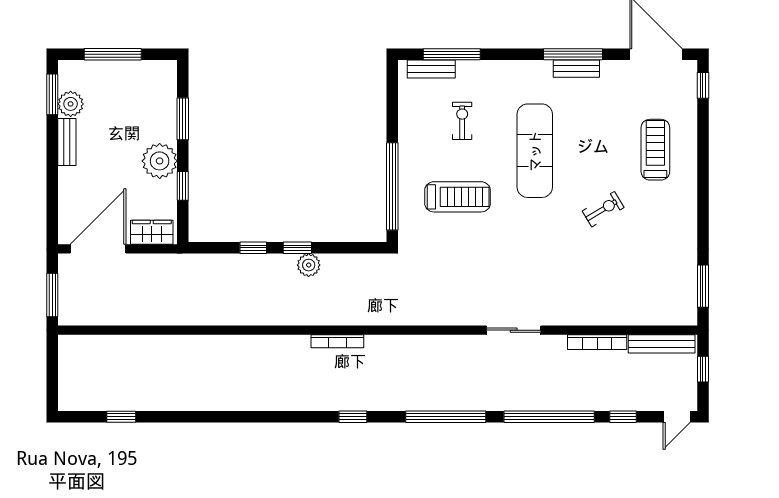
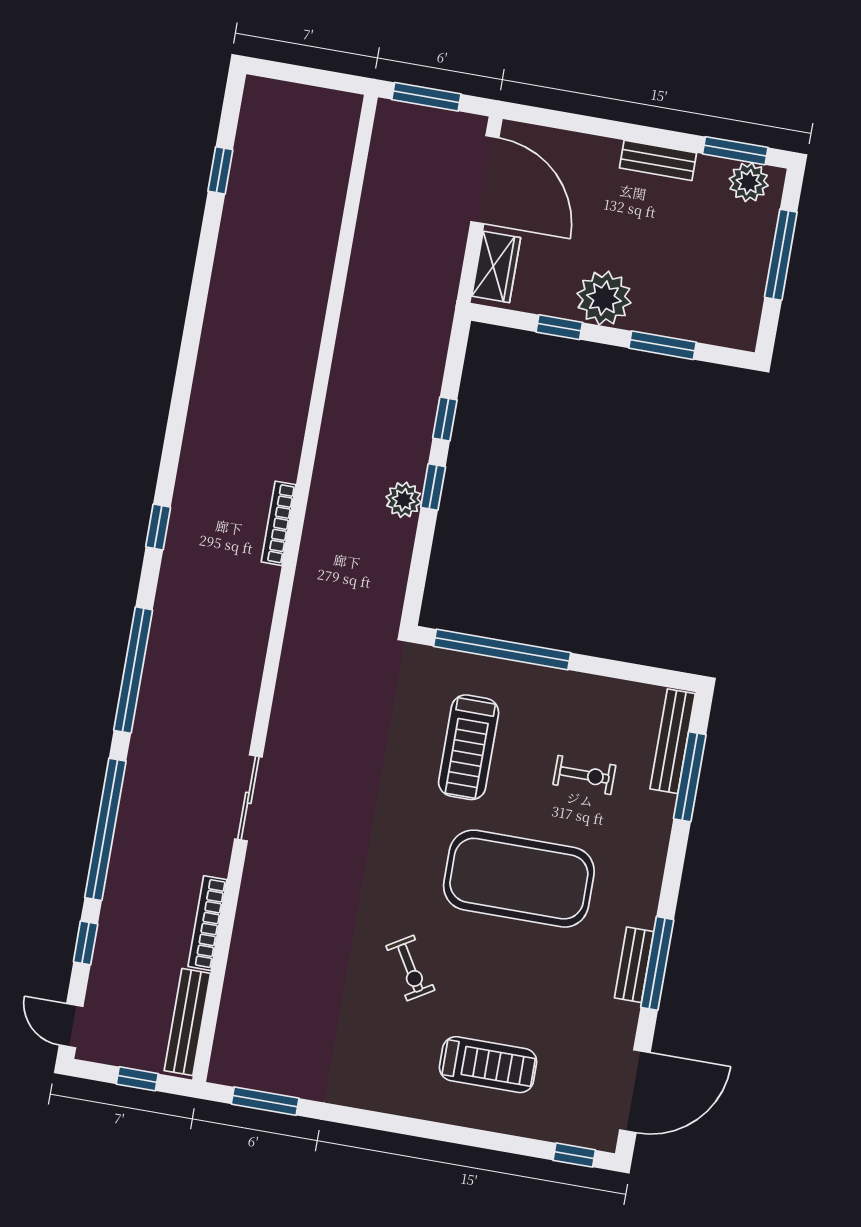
bench: (431, 69) -> (673, 741), width x1.36
plant: (71, 104) -> (749, 182), moved
exercise mat: (535, 151) -> (519, 879), width x1.47

